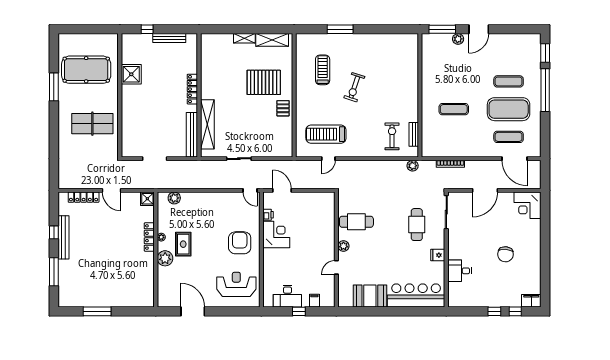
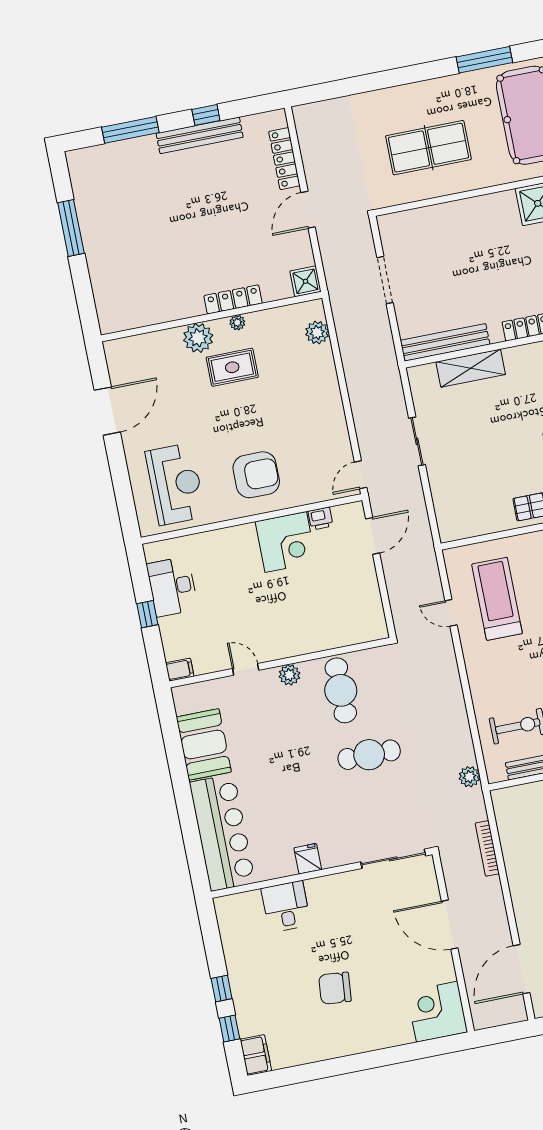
table tennis table: (92, 124) -> (429, 148), turned 90
shelving: (207, 124) -> (471, 368), width x0.68
cafe table: (417, 225) -> (369, 755), moved
filing cabinet: (314, 301) -> (180, 670), moved

